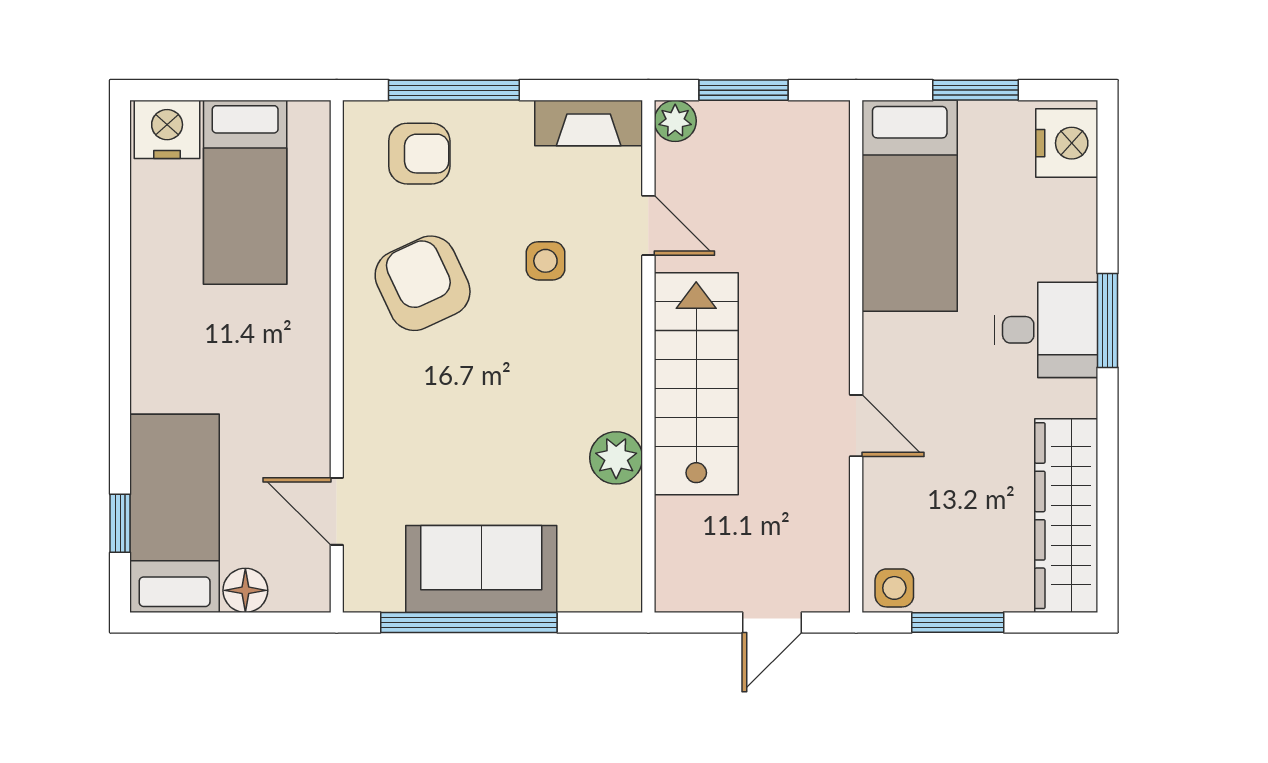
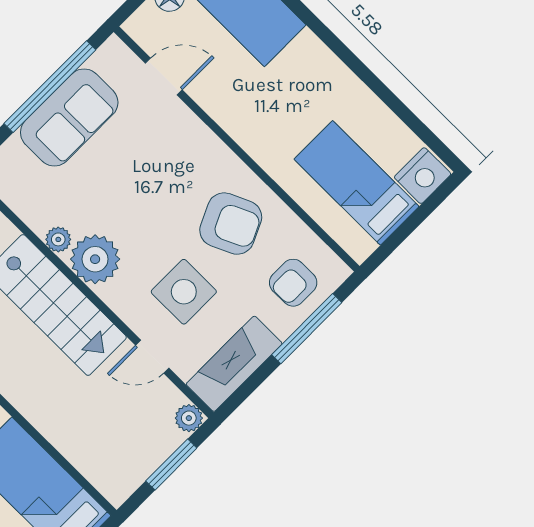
fireplace: (589, 123) -> (234, 364), width x1.37, depth x1.32
side table: (545, 261) -> (184, 292), width x1.87, depth x1.87
plant: (605, 390) -> (95, 259), added
plant: (616, 458) -> (58, 239), width x0.73, depth x0.73

